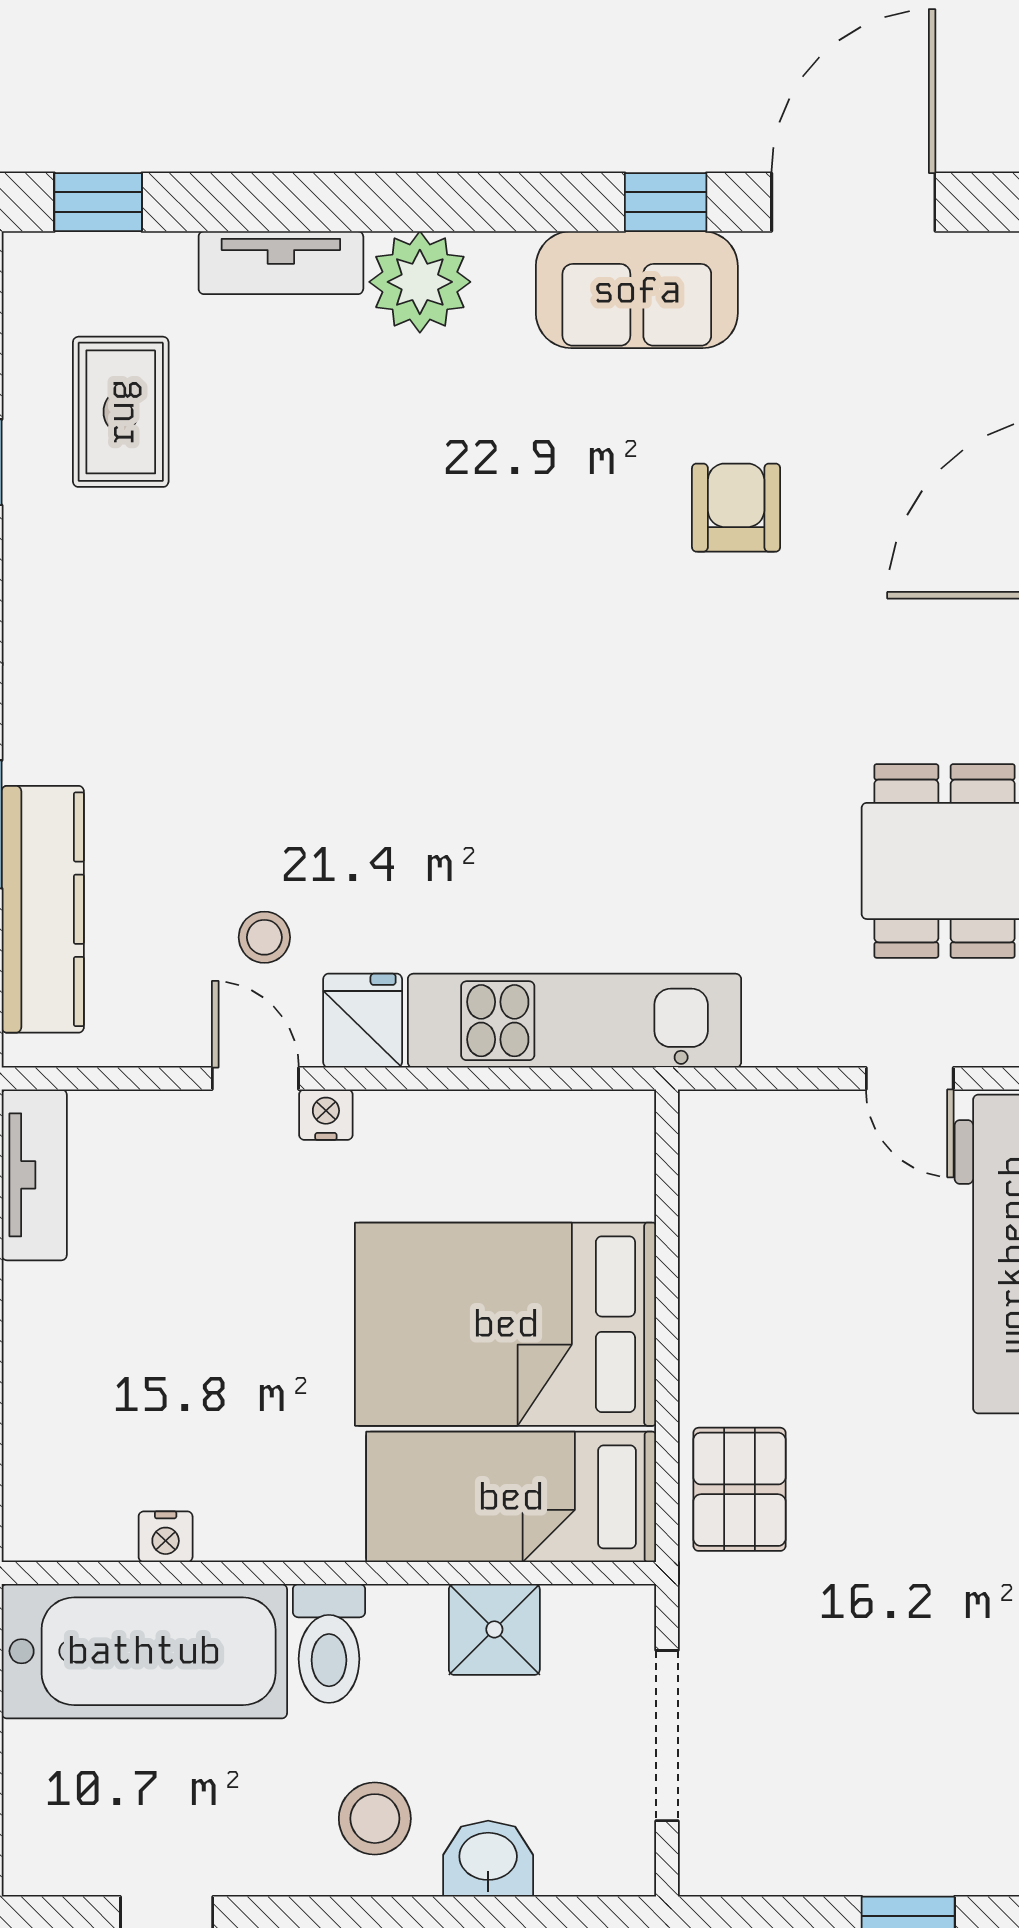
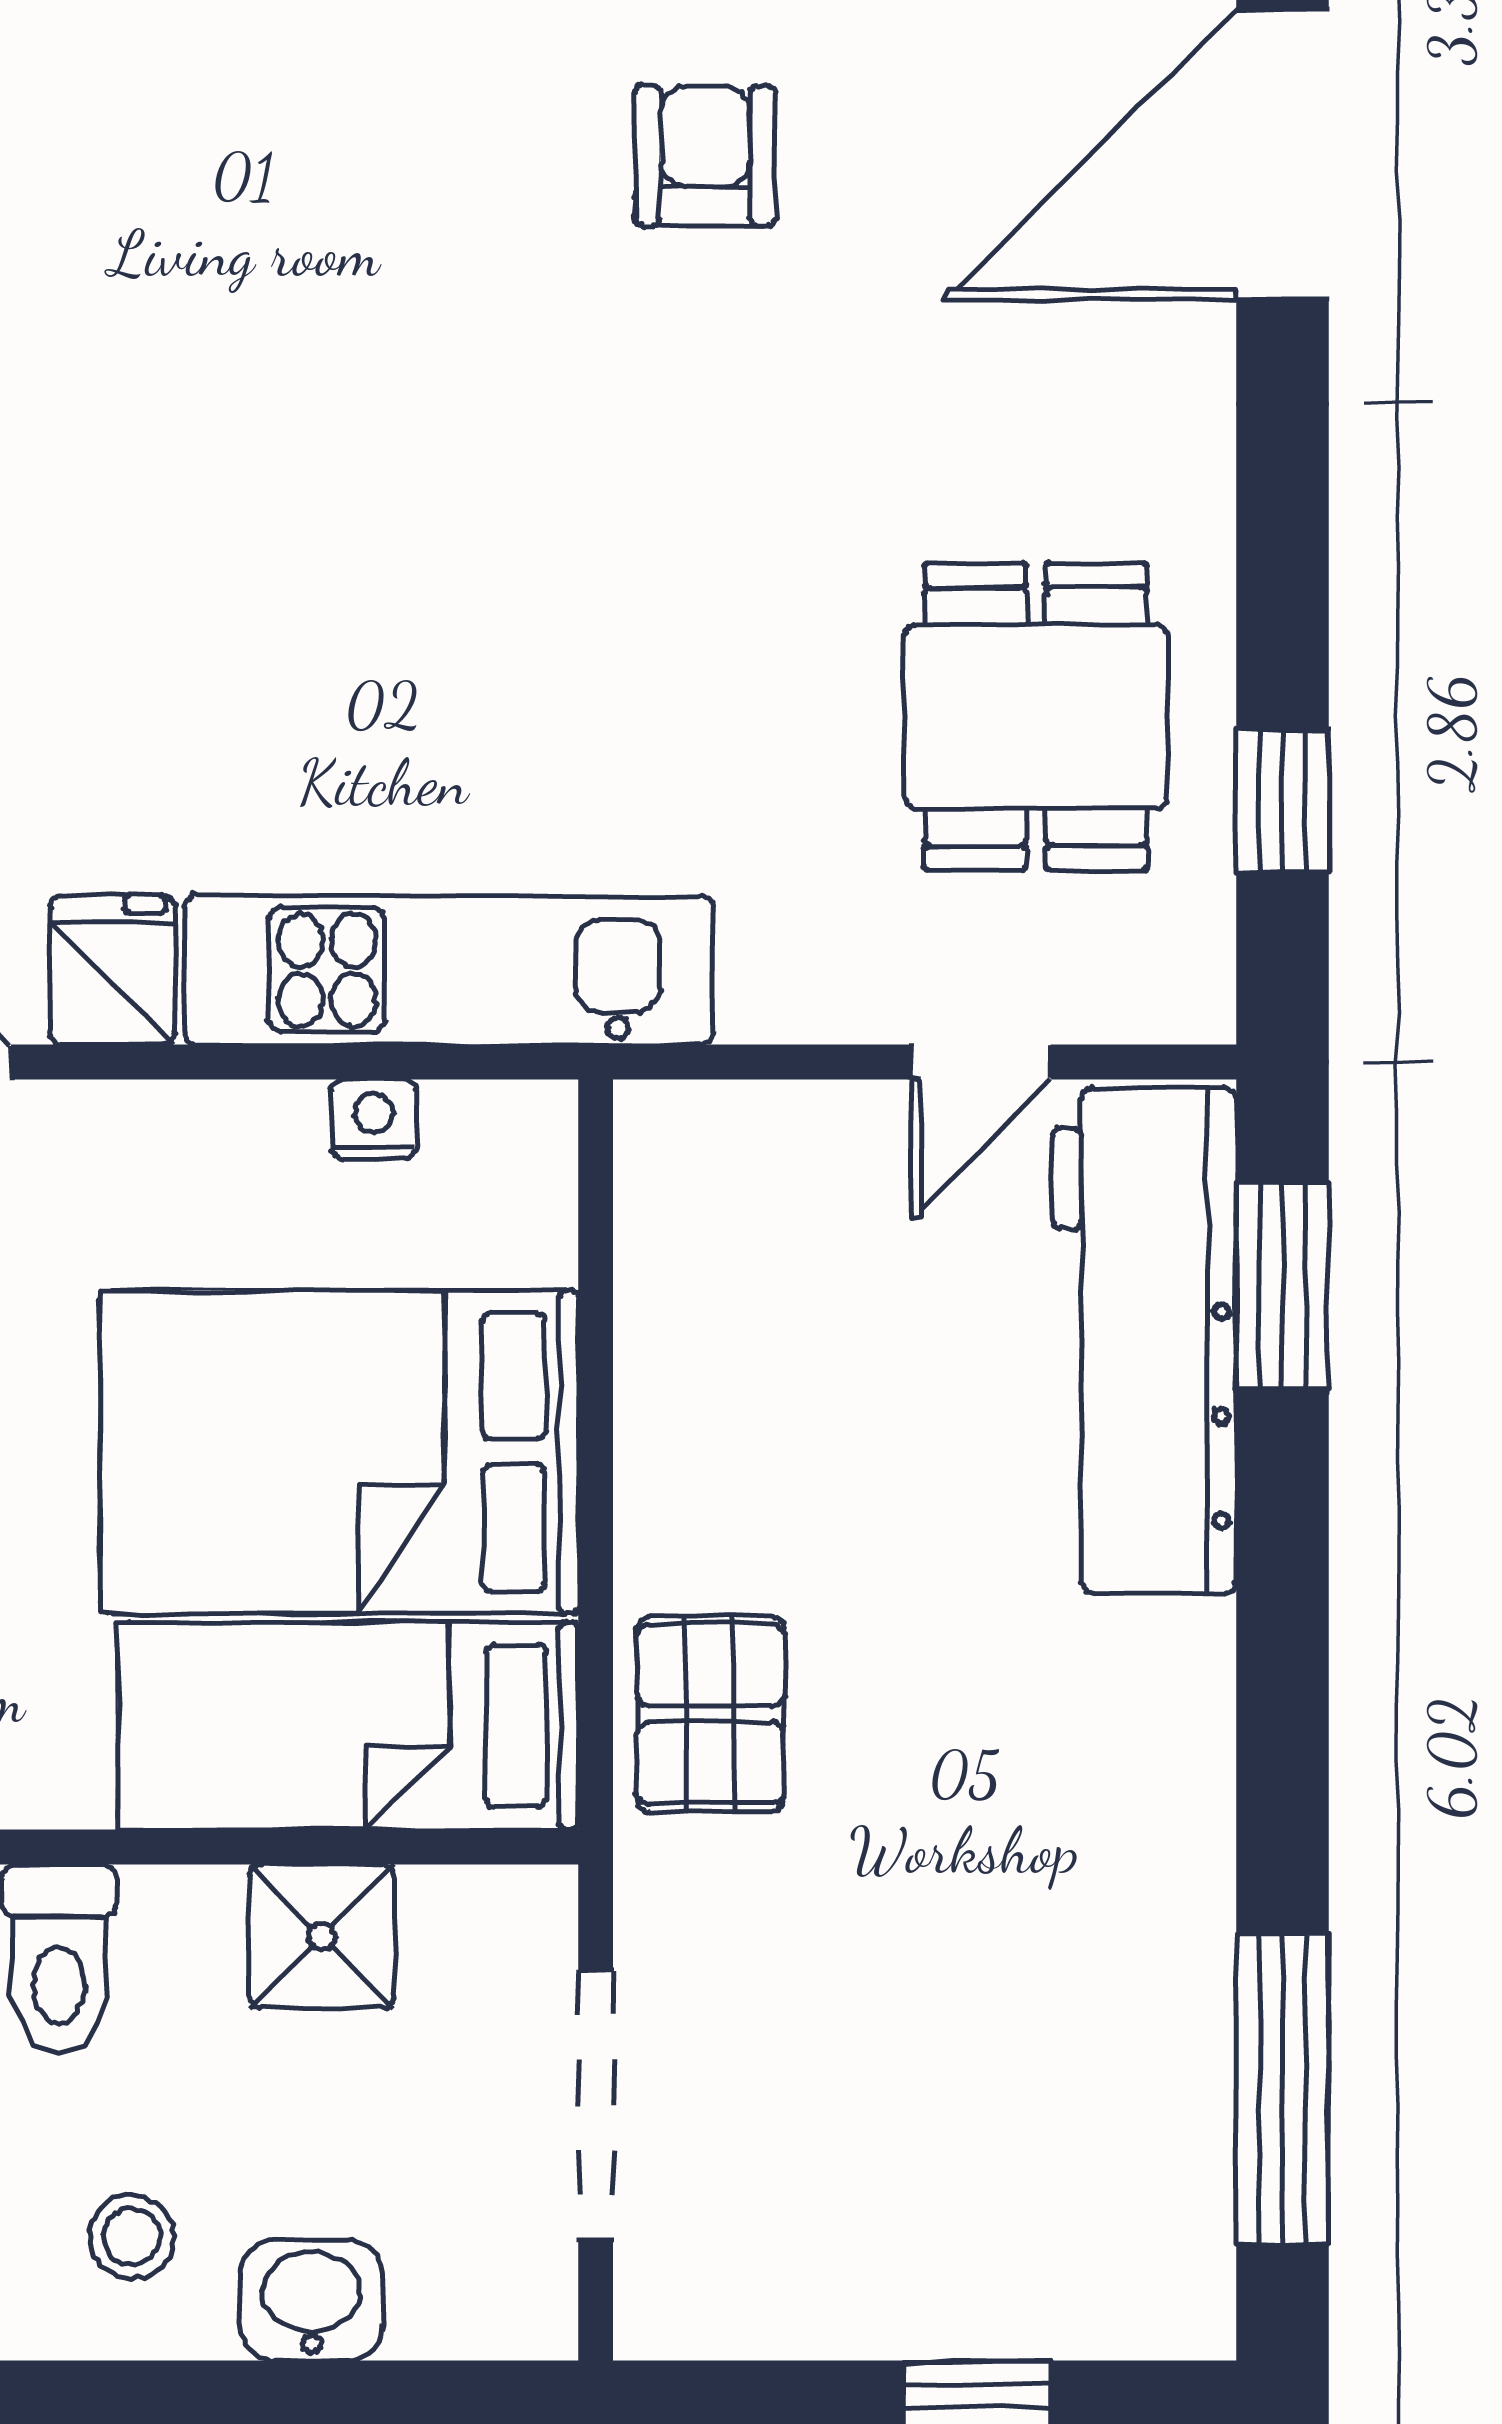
door: (910, 1079) -> (981, 1062), hinge flipped
nightstand: (326, 1115) -> (374, 1119), moved
stool: (375, 1819) -> (132, 2237), width x0.73, depth x0.73

